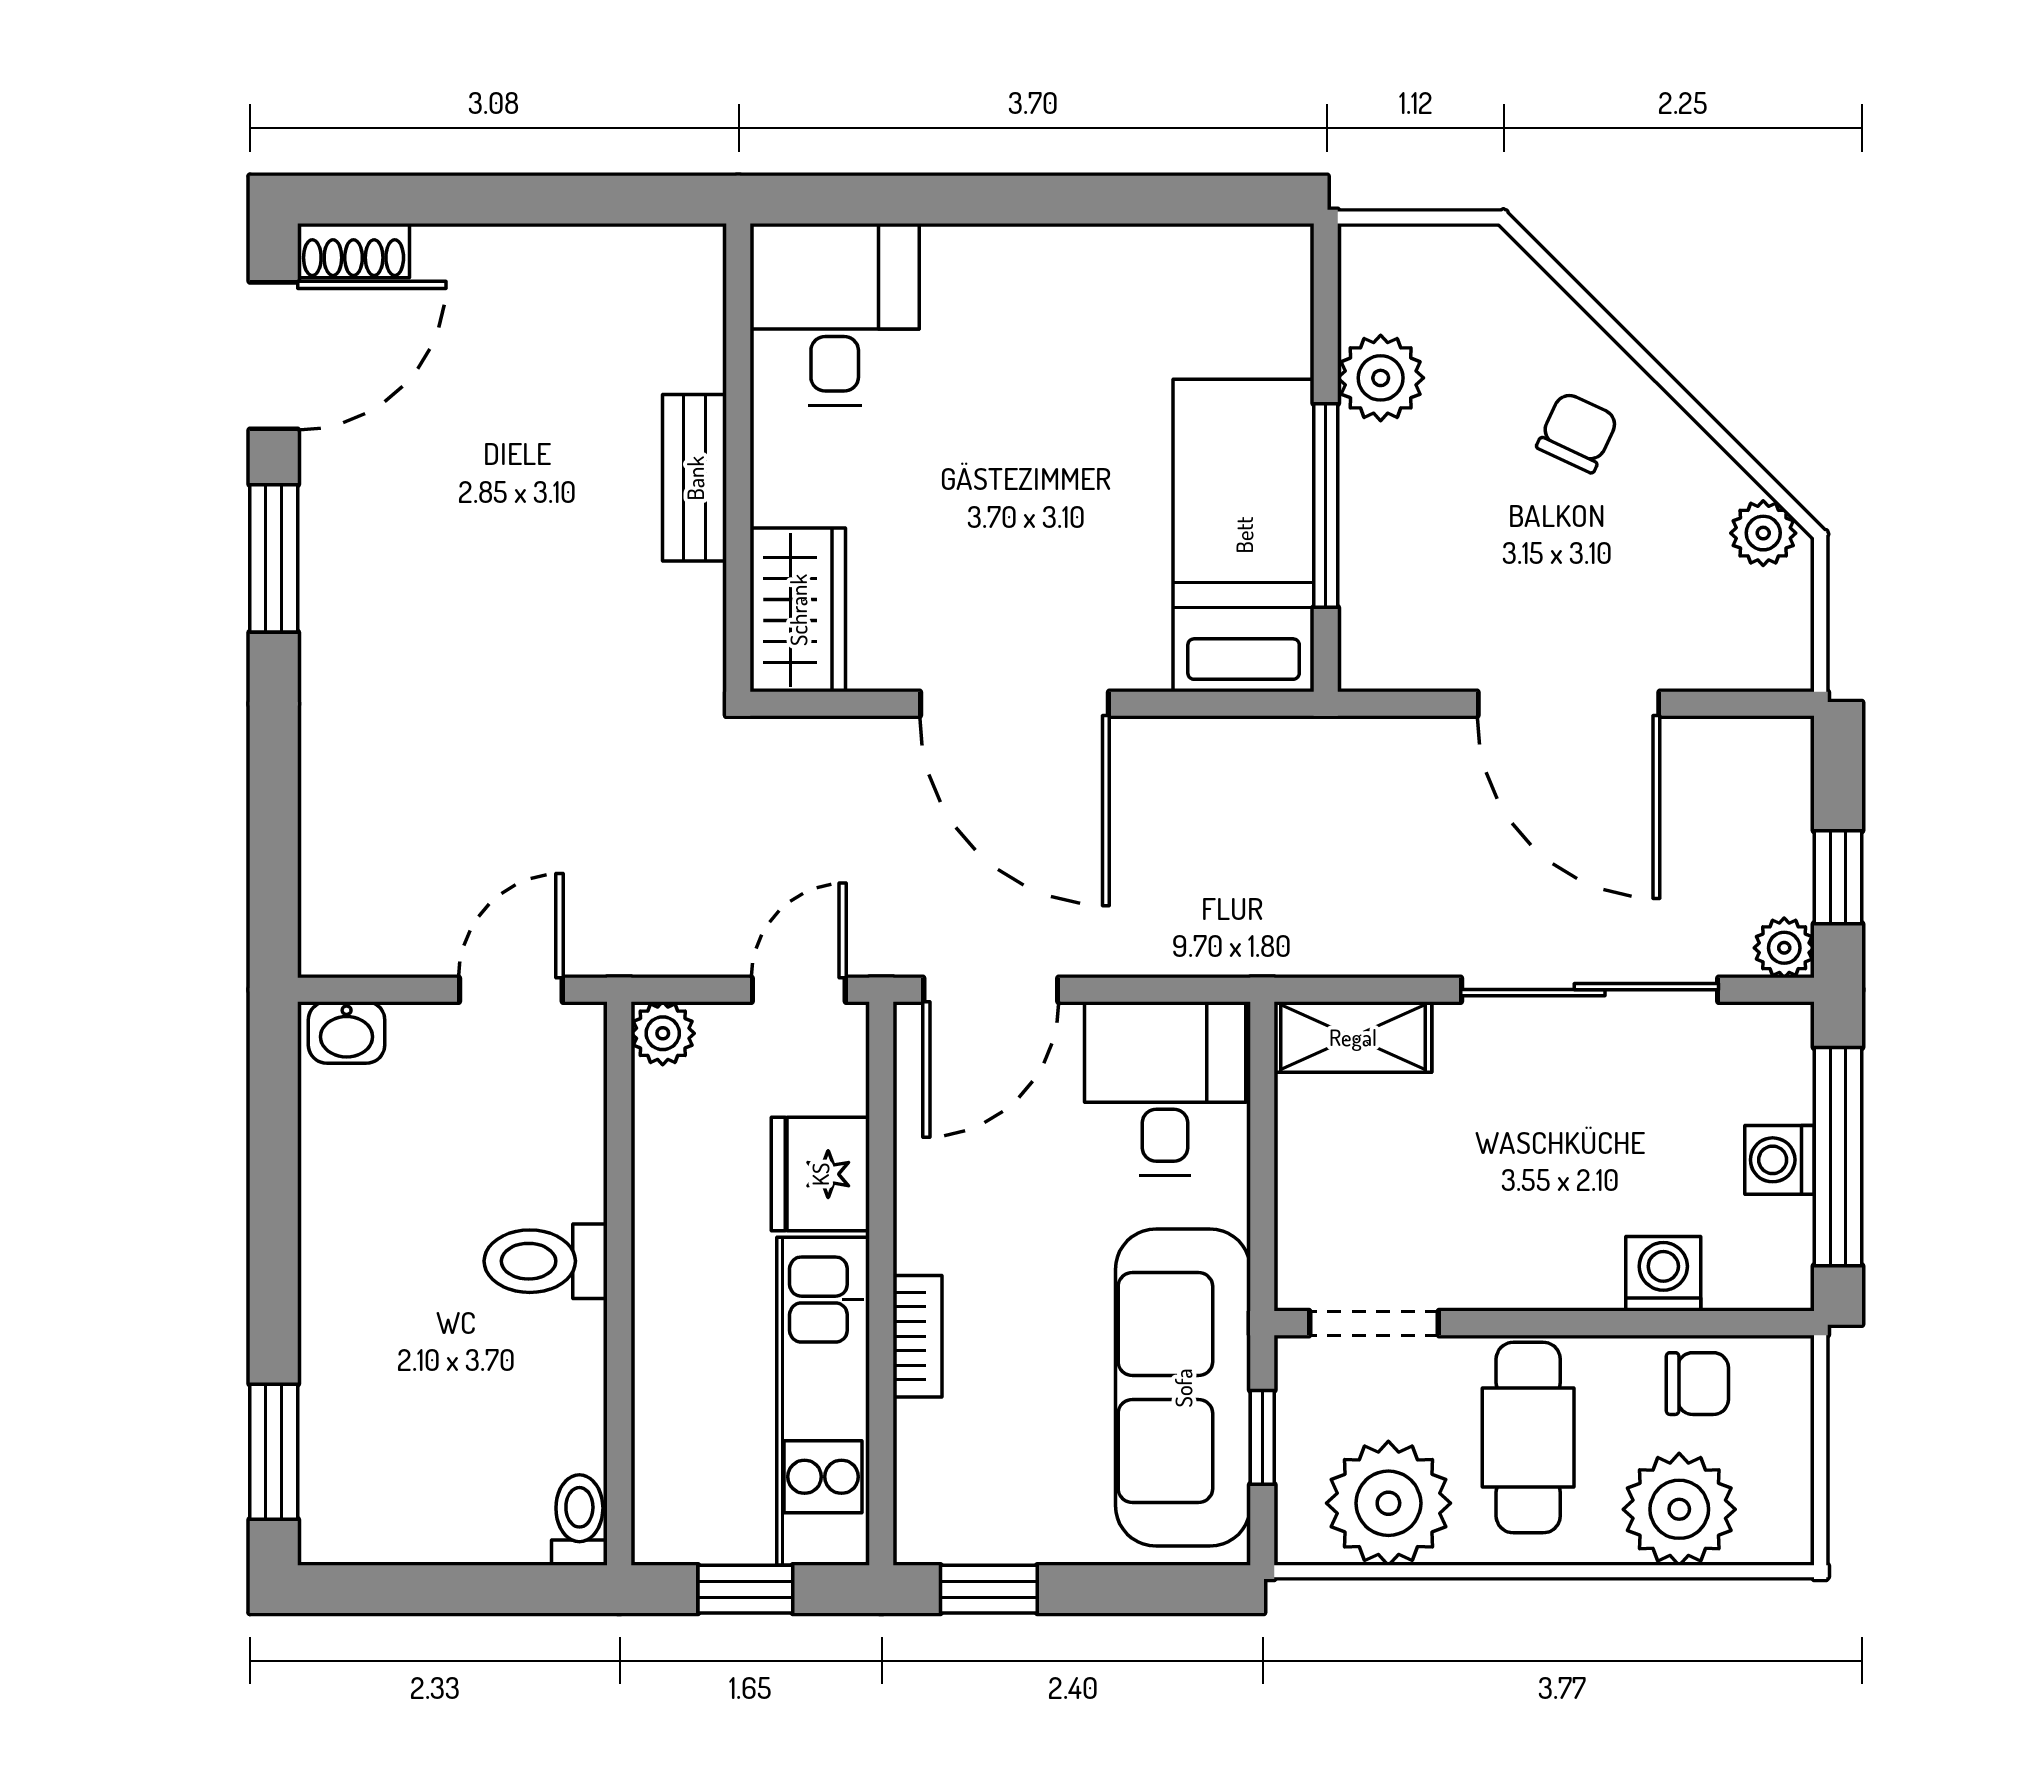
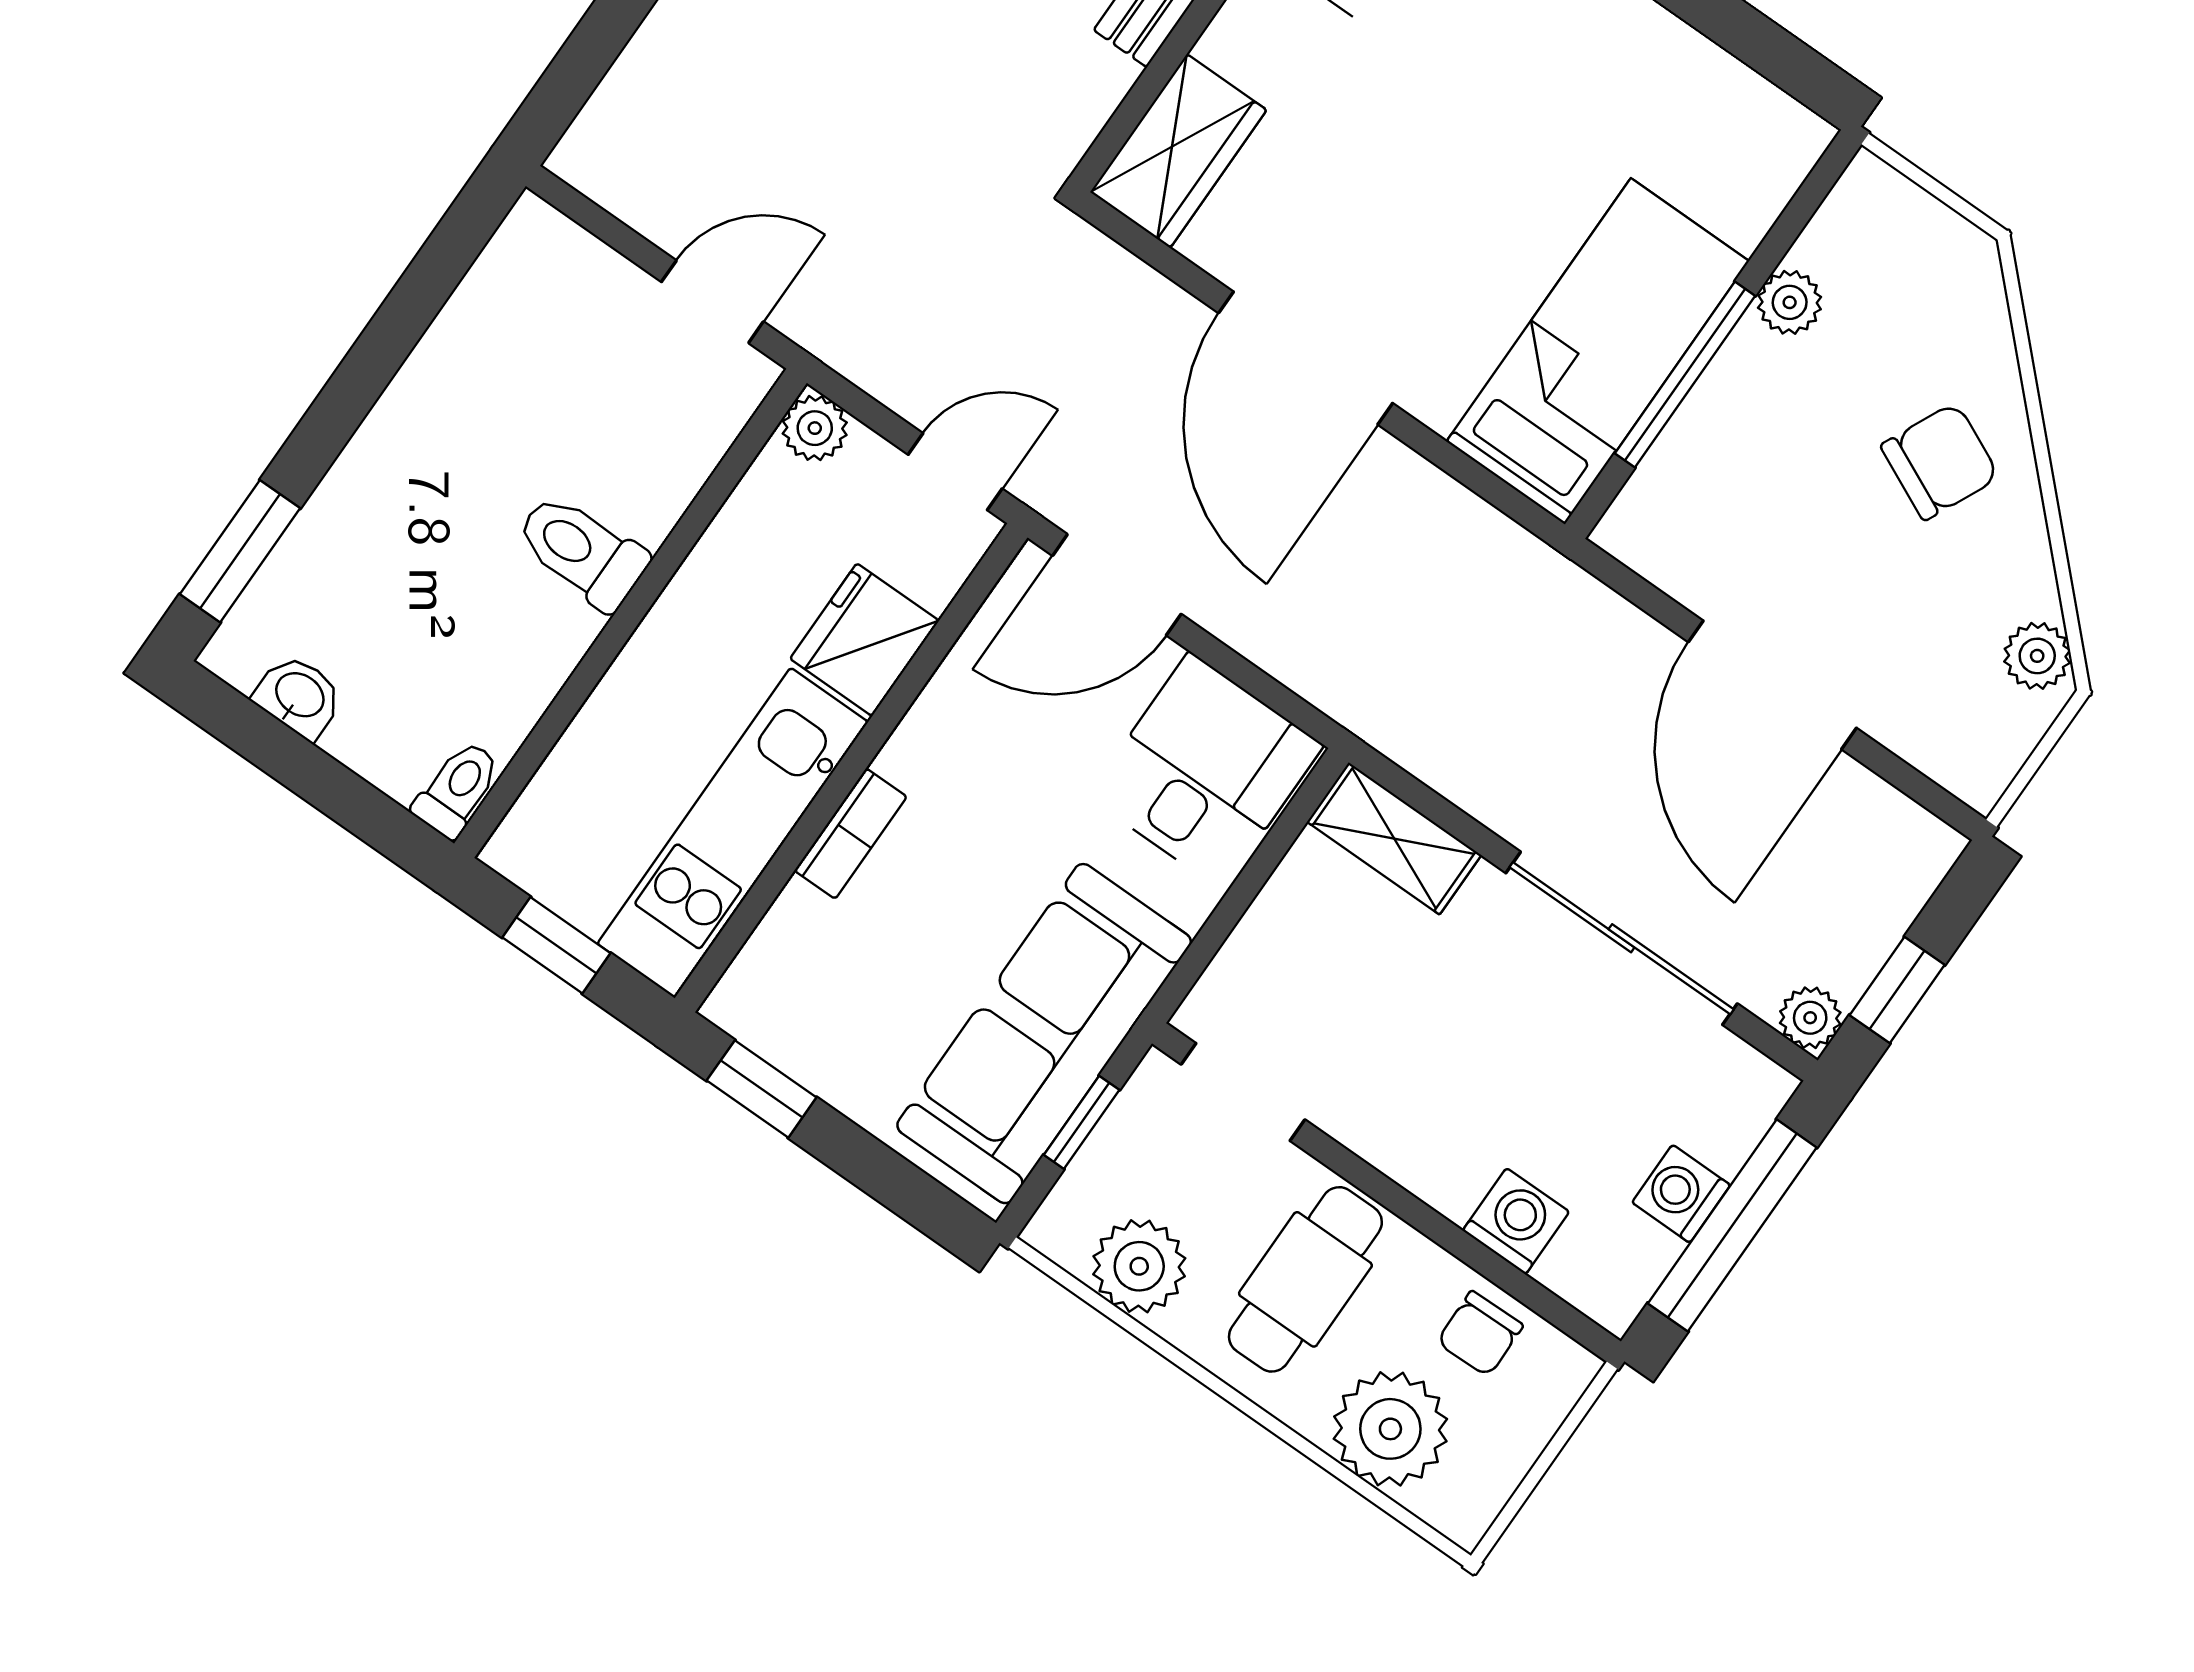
plant: (1381, 378) -> (1790, 302), width x0.73, depth x0.73
chair: (1577, 432) -> (1940, 461), width x1.37, depth x1.37
washbasin: (347, 1032) -> (299, 696), moved, turned 180
chair: (1697, 1384) -> (1480, 1334), turned 89
plant: (1388, 1503) -> (1139, 1266), width x0.73, depth x0.73

